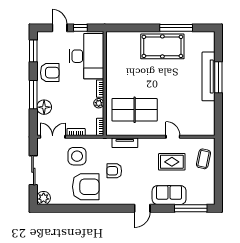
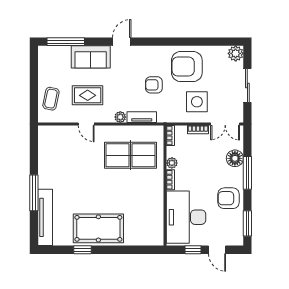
window: (176, 28) -> (83, 250), width x0.46
tv unit: (209, 76) -> (45, 217), moved
plant: (143, 143) -> (120, 117), added
armchair: (114, 171) -> (154, 85), turned 180

